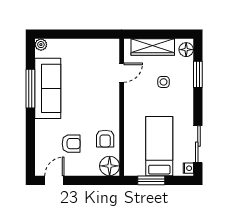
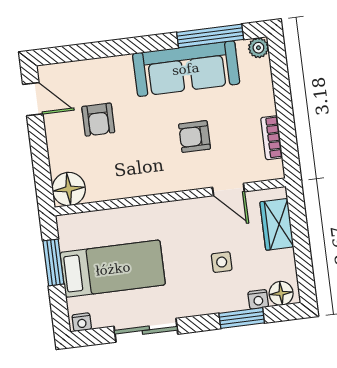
bookcase: (94, 44) -> (272, 138), added
wardrobe: (153, 47) -> (277, 224), width x0.67
nightstand: (188, 63) -> (258, 299), added
window: (30, 89) -> (210, 36), moved
armchair: (105, 139) -> (195, 137), moved
sliding door: (198, 144) -> (146, 330), moved

